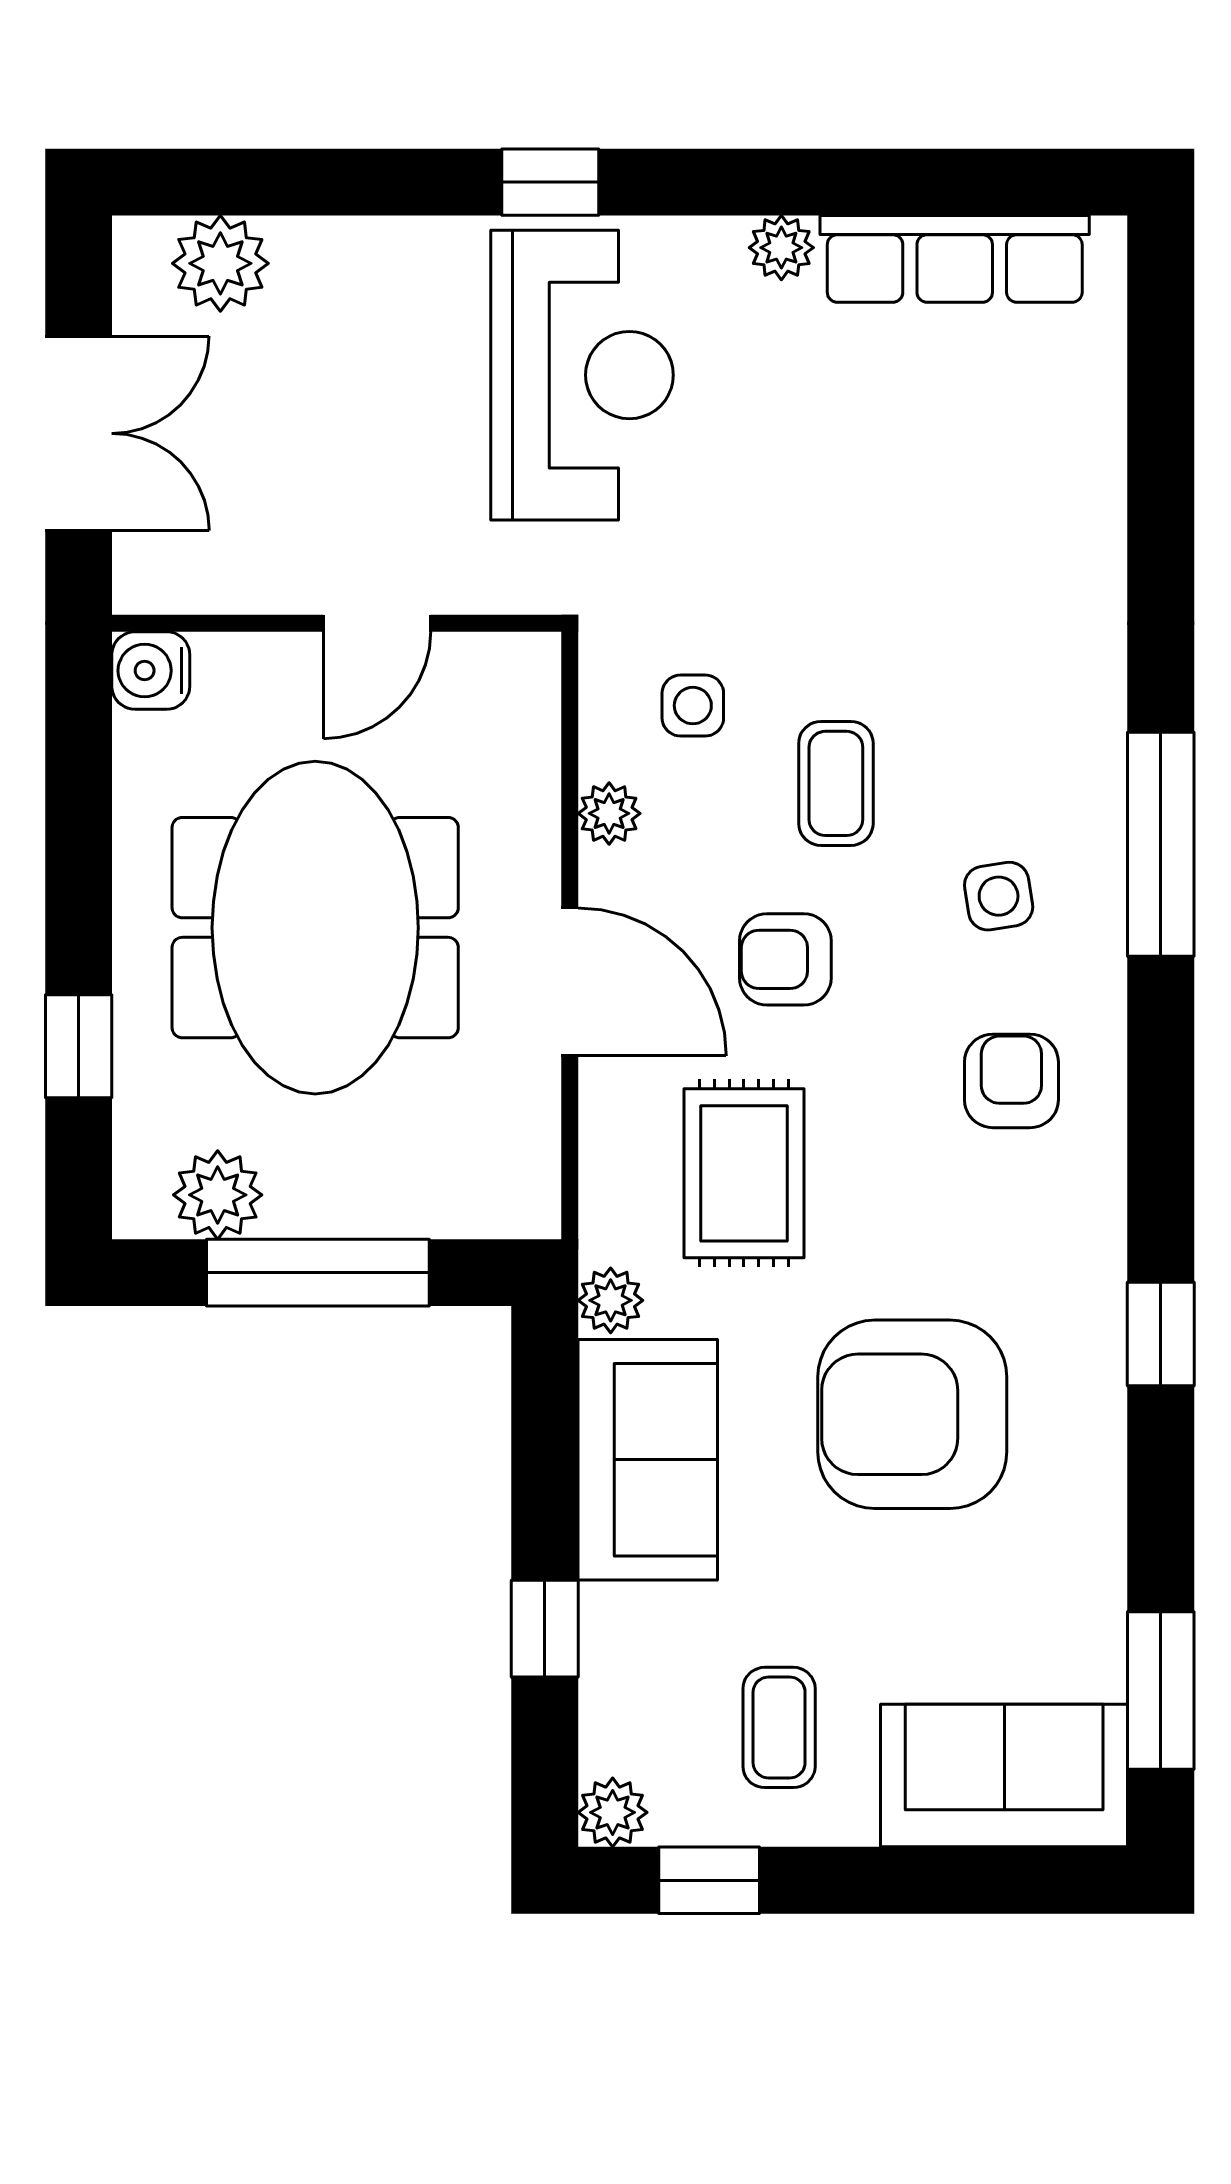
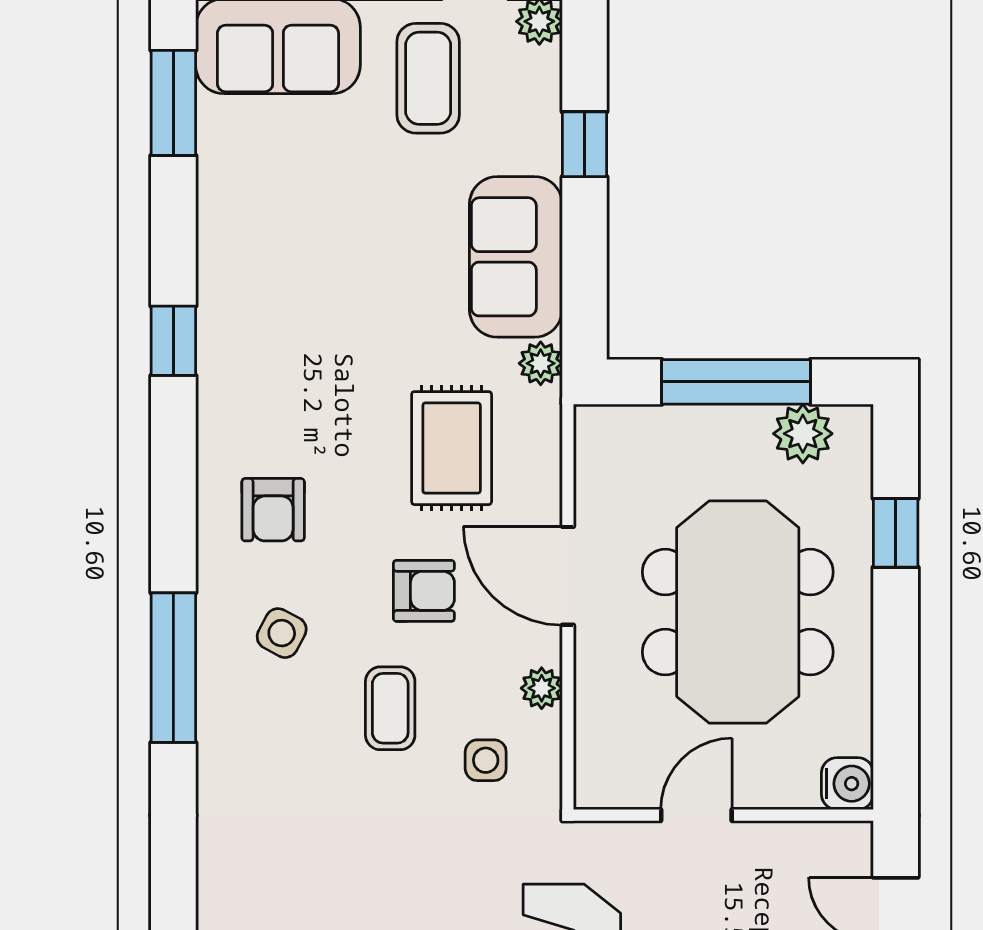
side table: (999, 896) -> (282, 633), turned 37
armchair: (912, 1414) -> (339, 287), removed
coffee table: (779, 1727) -> (428, 78), width x1.36, depth x1.30

